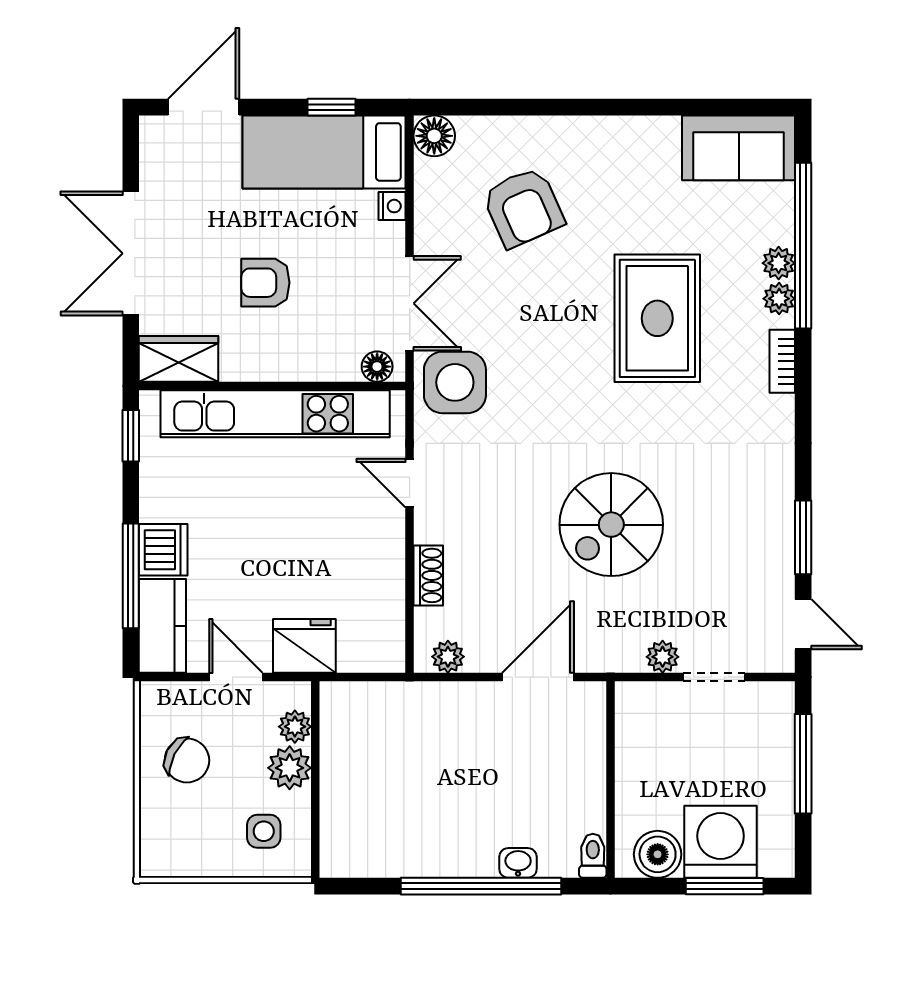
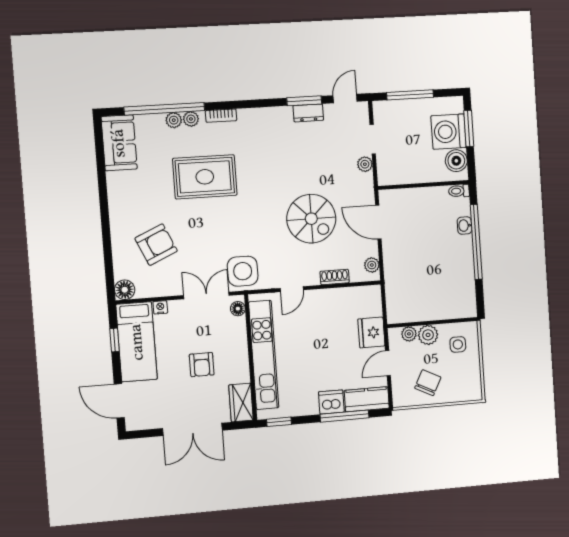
spiral stairs: (611, 525) -> (311, 219), moved
dresser: (777, 544) -> (308, 113), added

